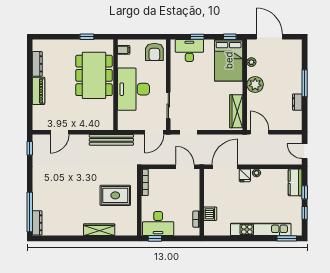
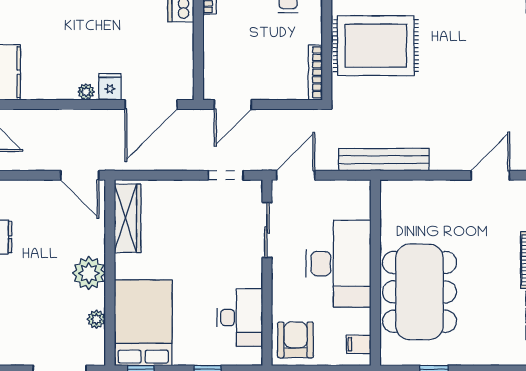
desk: (189, 51) -> (240, 317), moved, turned -90
door: (185, 167) -> (233, 104), hinge flipped
rug: (115, 195) -> (376, 46), width x1.37, depth x1.44

